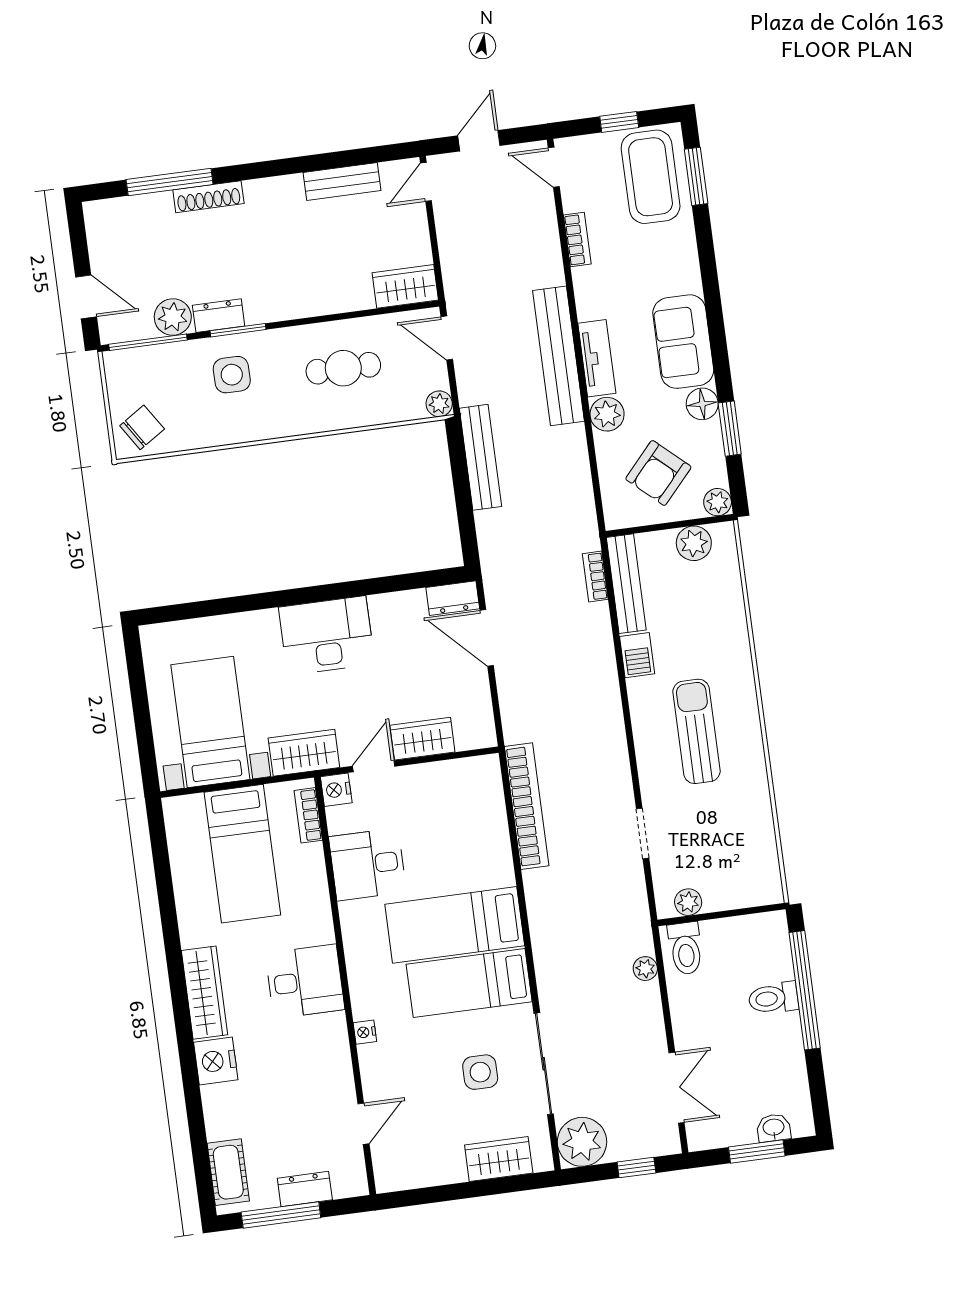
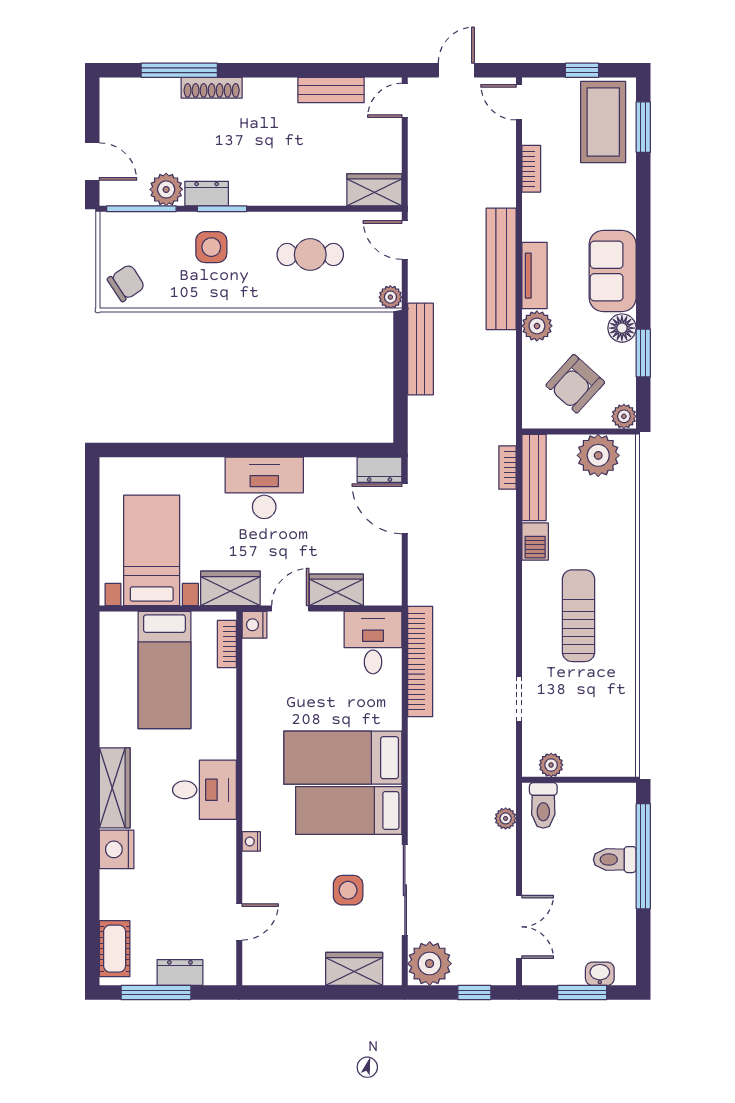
plant: (694, 543) -> (598, 455), width x1.36, depth x1.36
desk: (368, 864) -> (373, 643), moved, turned 90

